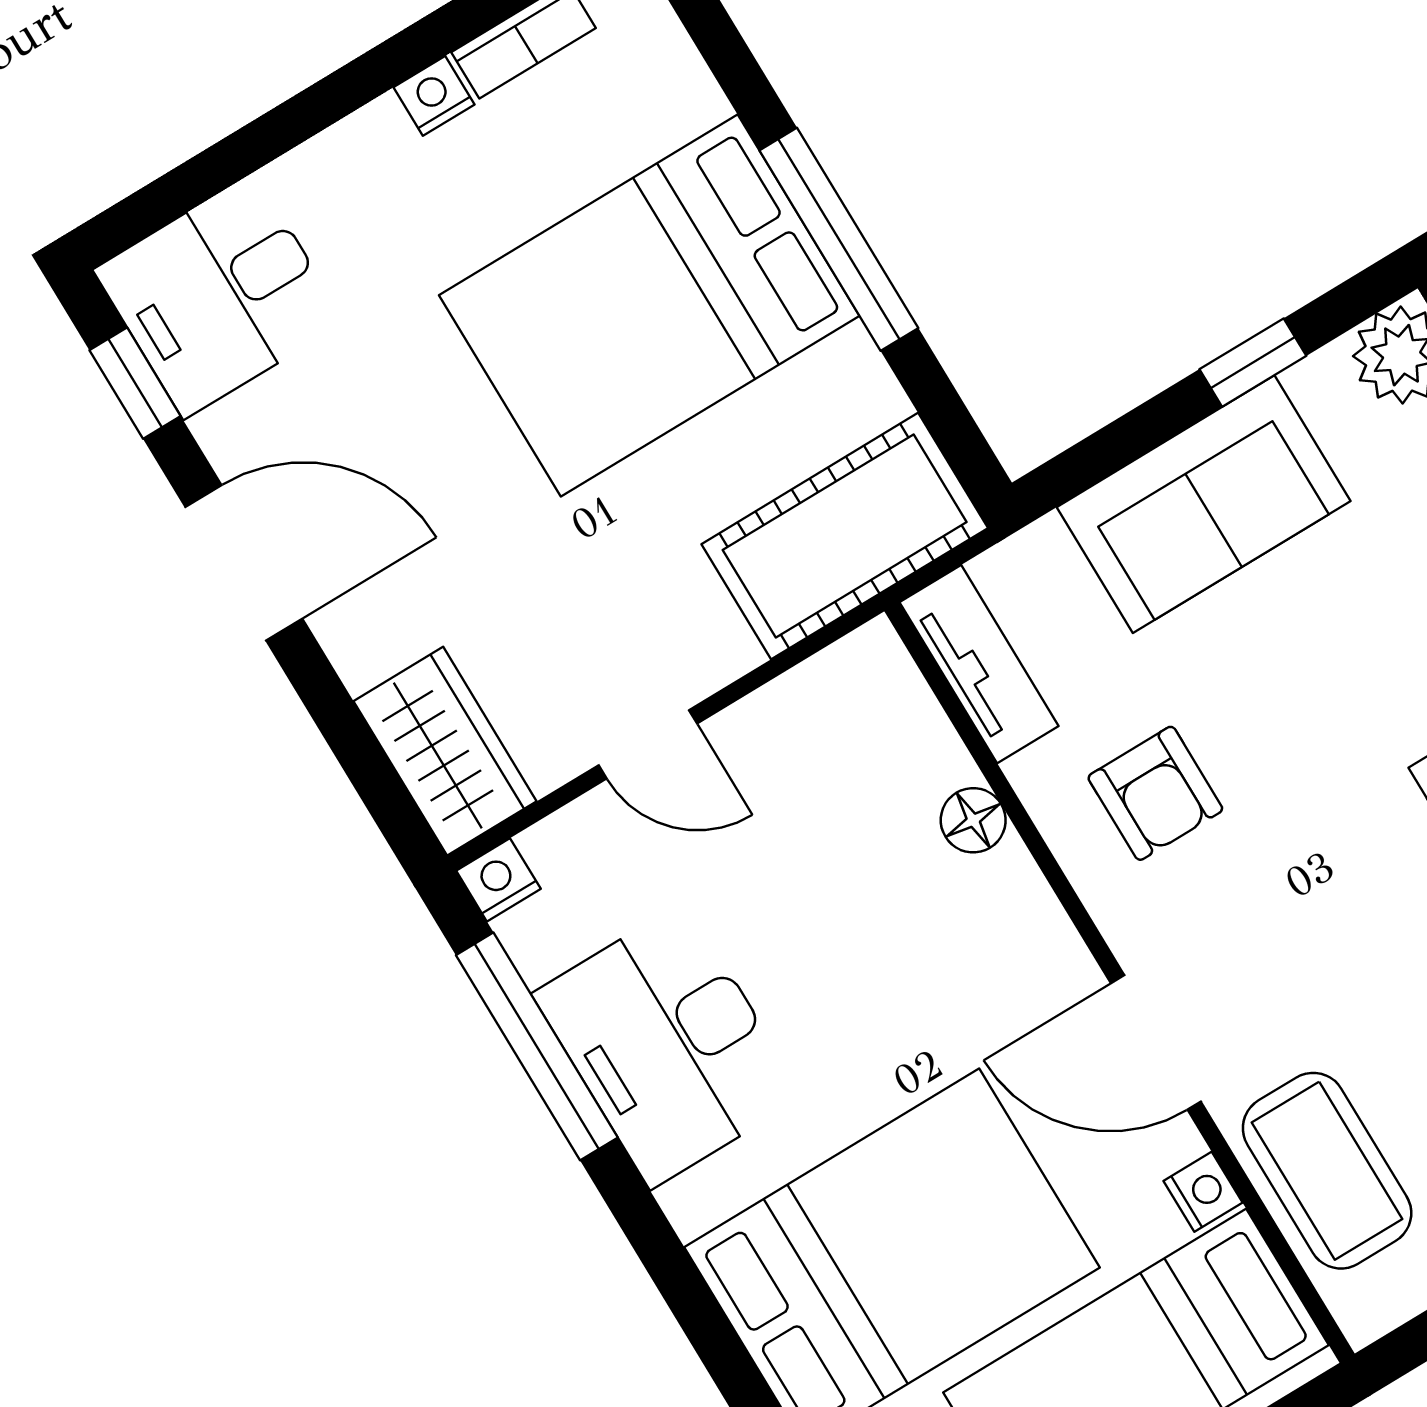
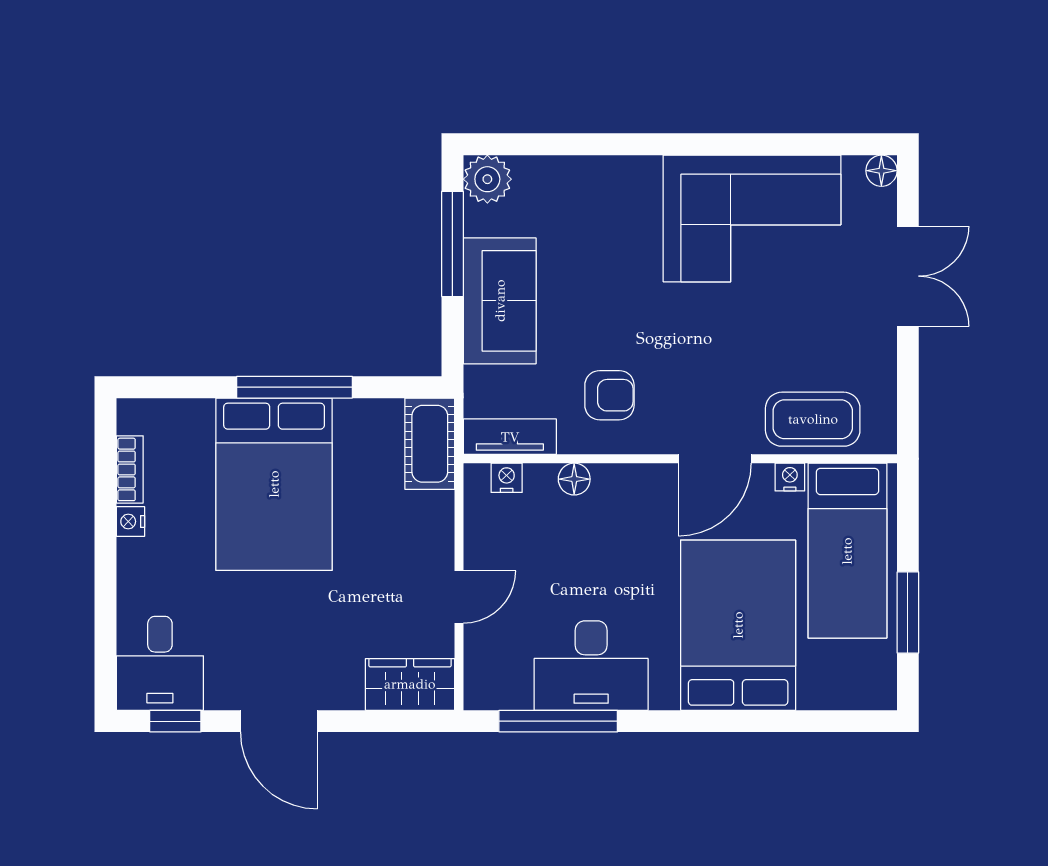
window: (1253, 363) -> (452, 244), width x2.17
cot: (845, 536) -> (430, 444), width x0.73, depth x0.75
door: (244, 563) -> (279, 721), swing flipped
nightstand: (498, 880) -> (507, 478), moved, turned 90

